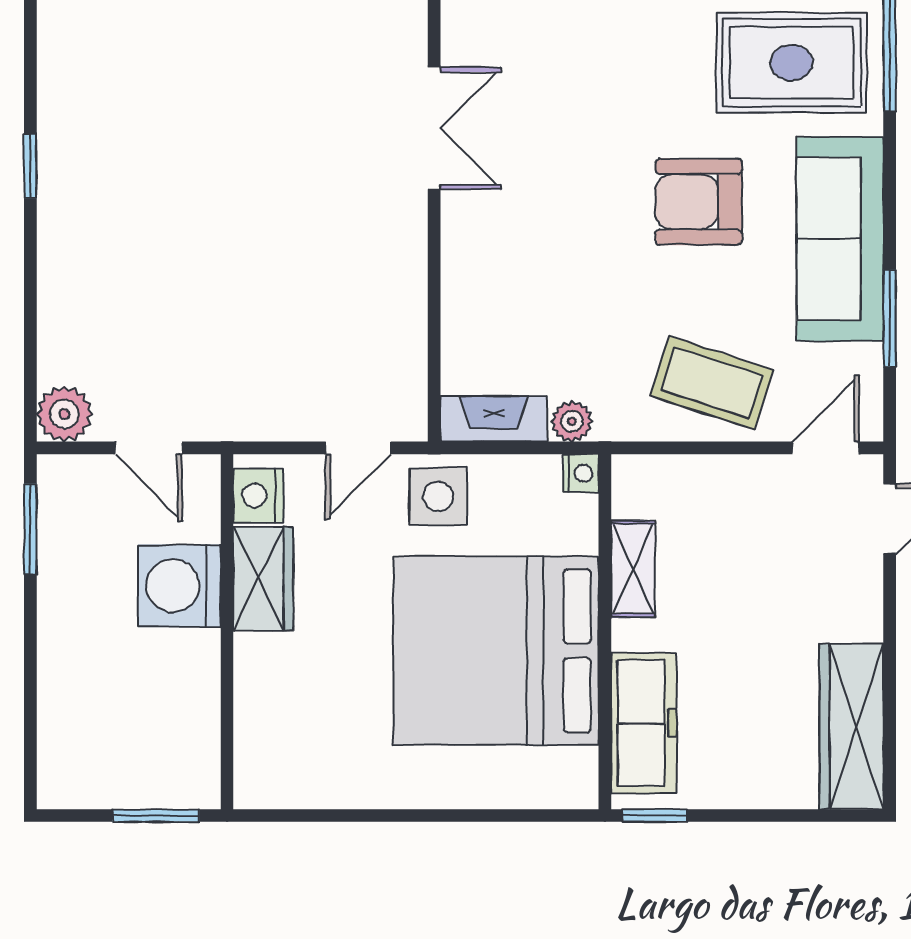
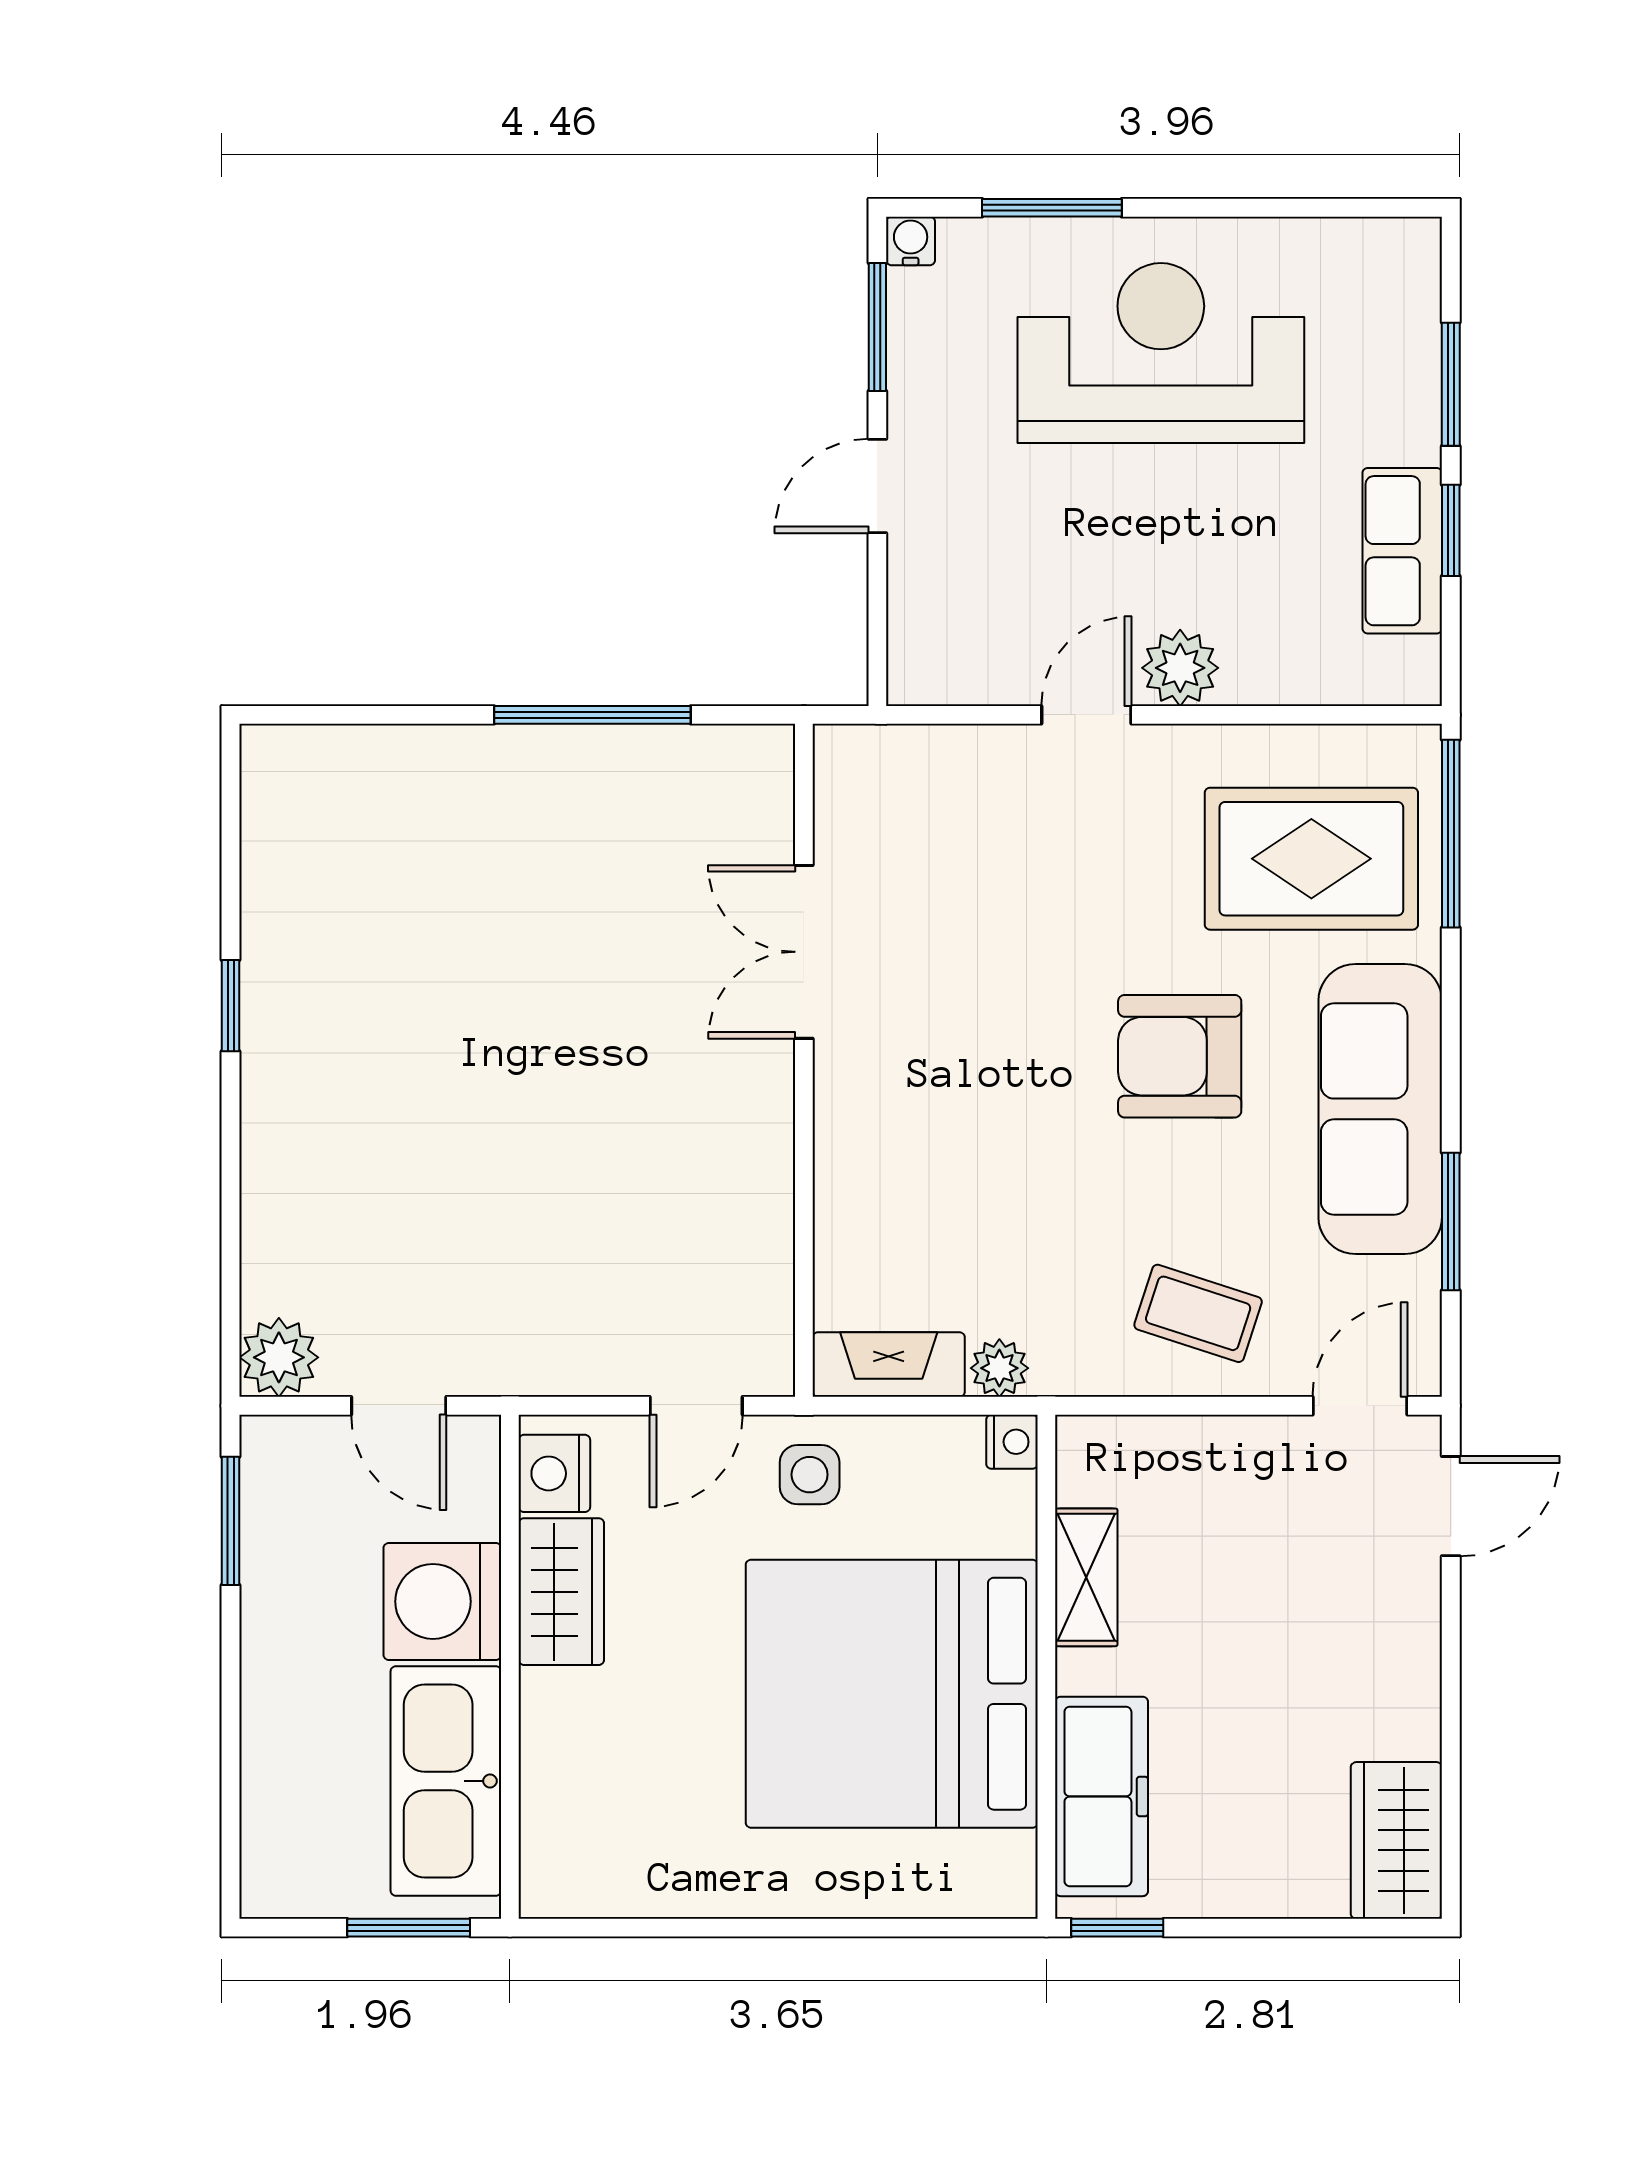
double door: (434, 128) -> (804, 952), swing flipped
coffee table: (712, 383) -> (1198, 1313), width x0.73, depth x0.77
side table: (438, 496) -> (810, 1475), width x0.73, depth x0.73
kitchen sink: (182, 712) -> (446, 1781), added
wardrobe: (851, 726) -> (1396, 1840), width x0.67

